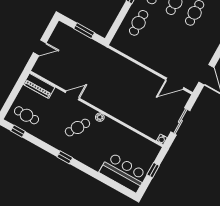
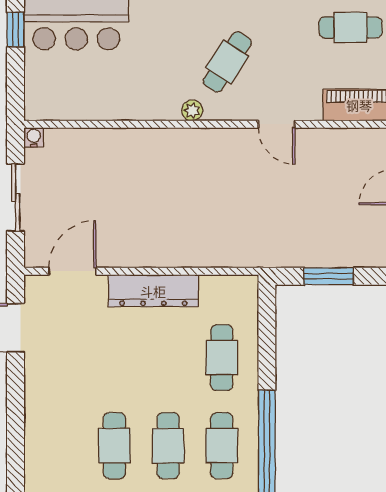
dresser: (150, 60) -> (153, 291), added
door: (72, 95) -> (277, 124), hinge flipped
window: (153, 170) -> (16, 29), moved

